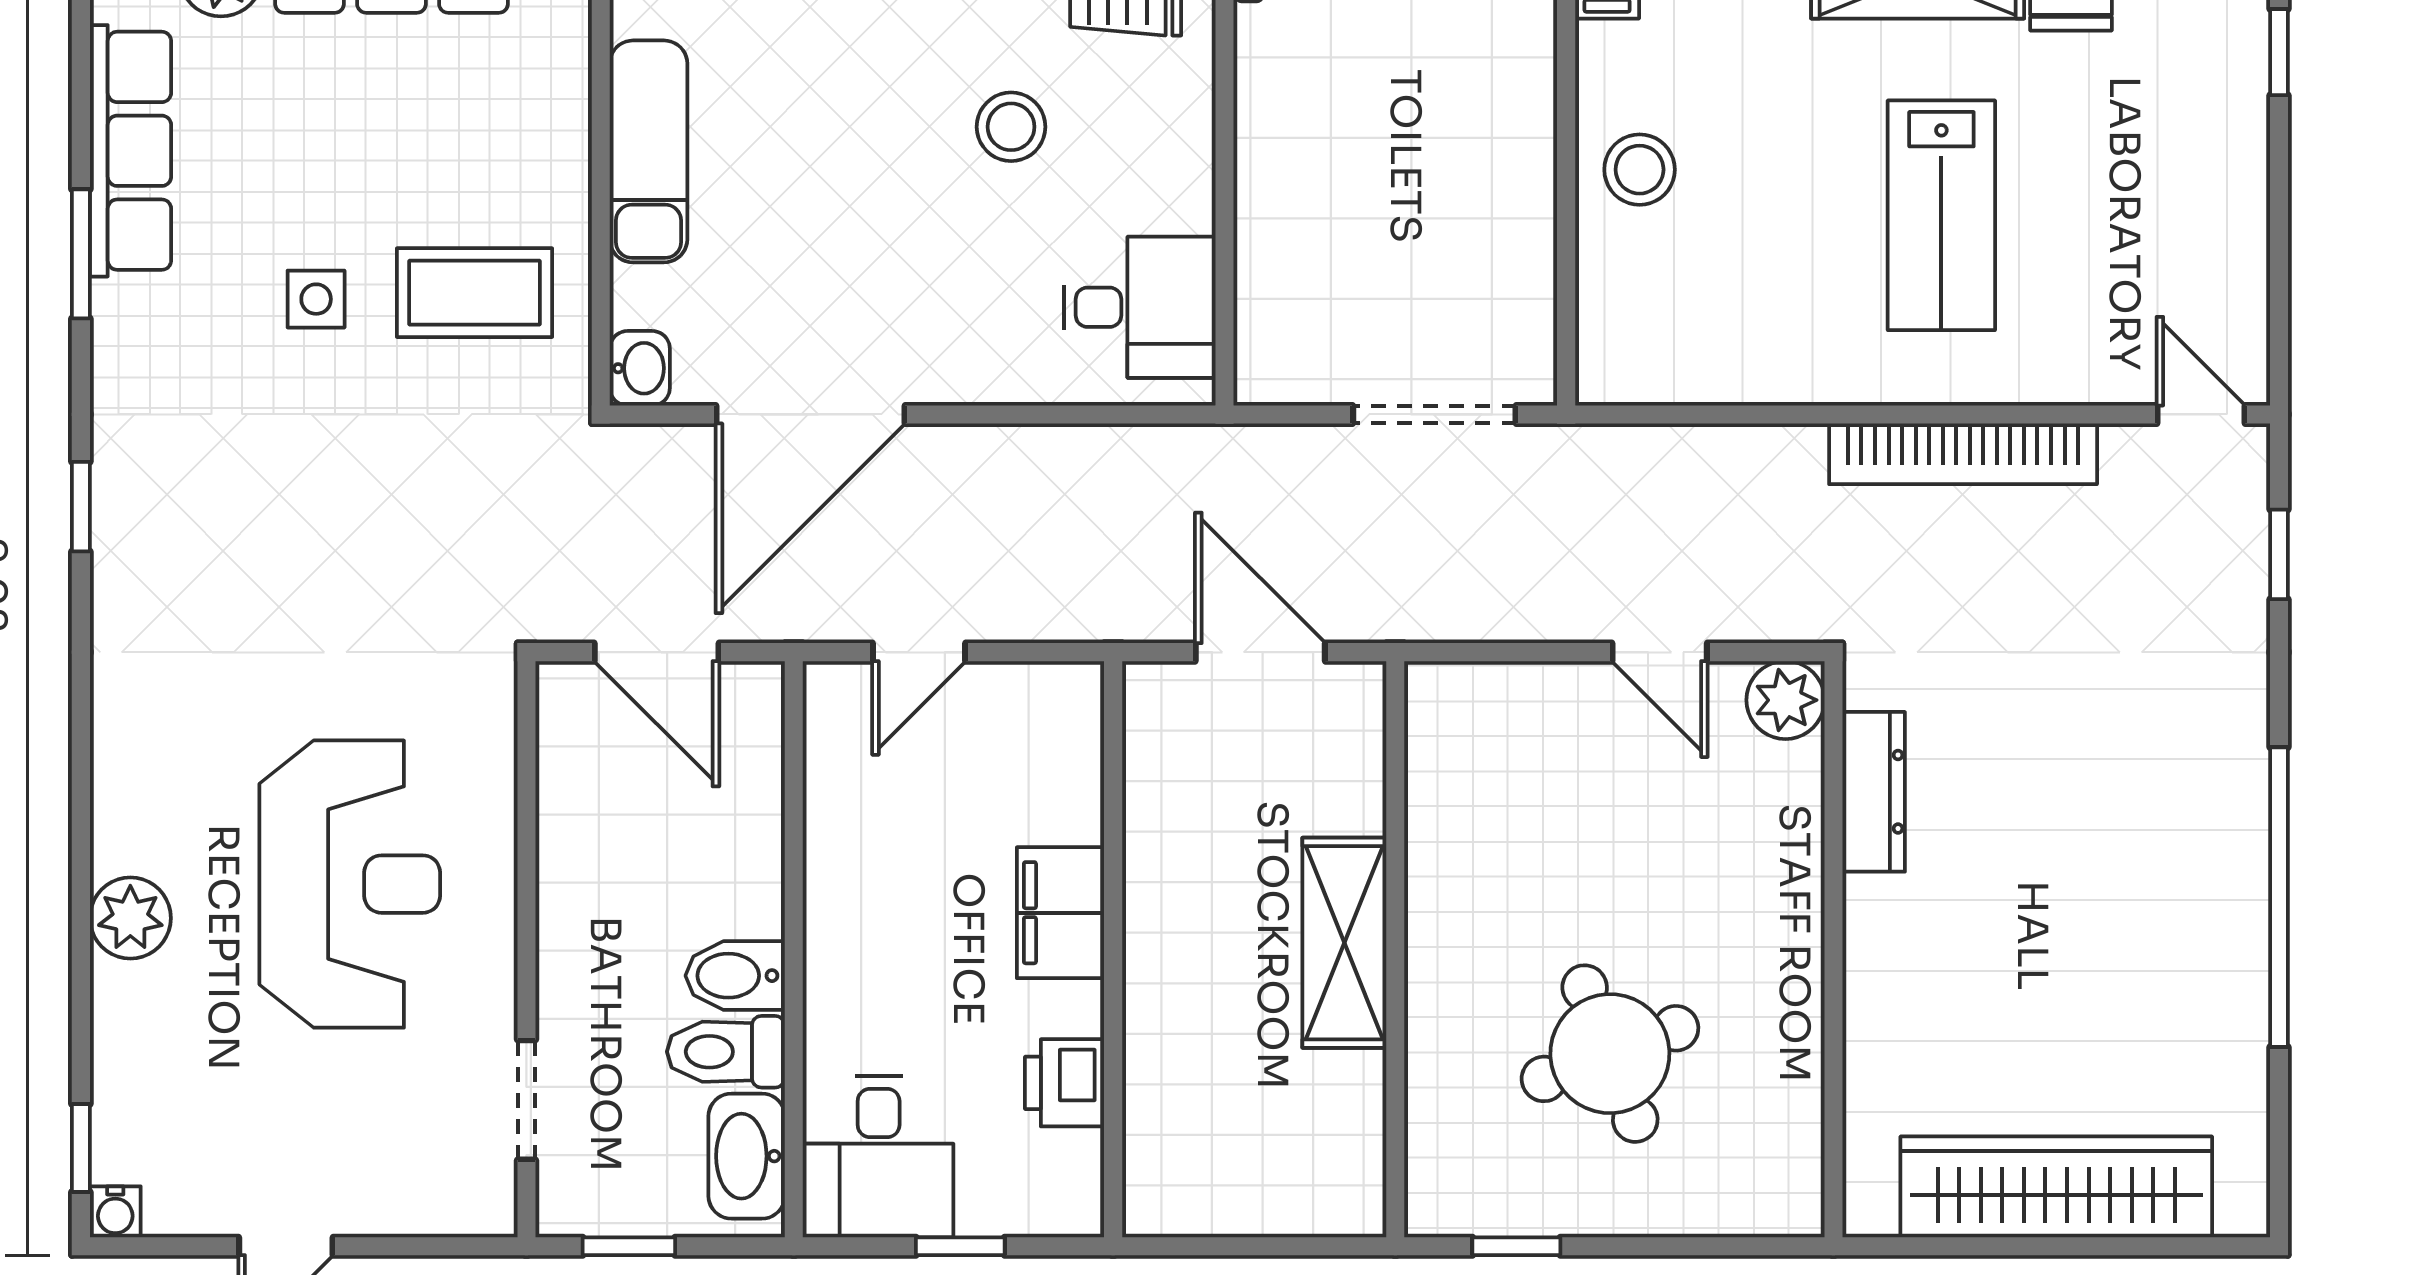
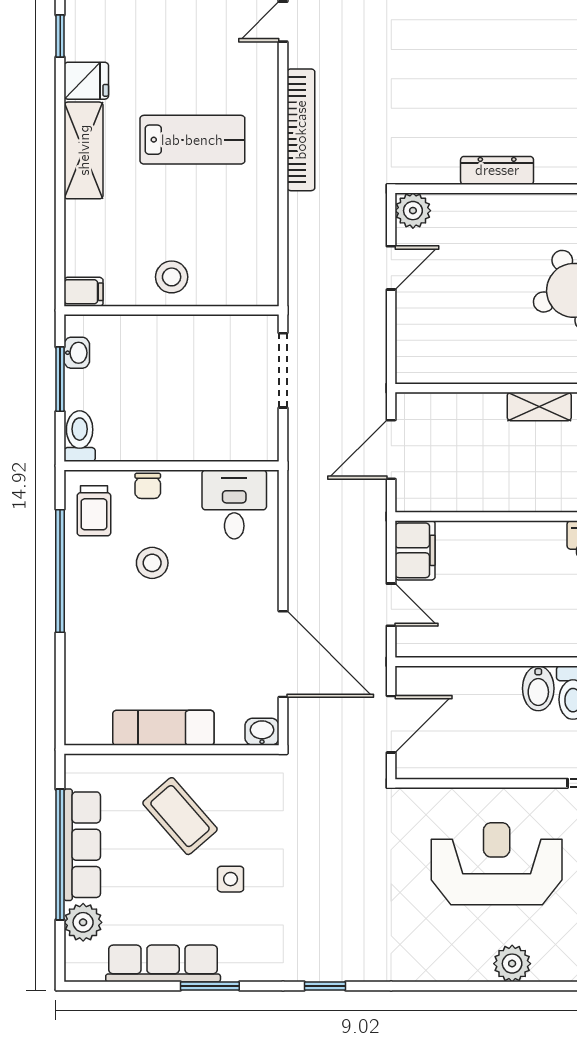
chair: (1180, 117) -> (148, 486), added
coffee table: (474, 293) -> (180, 816), moved, turned -41
dresser: (1874, 792) -> (497, 170), moved
filing cabinet: (1061, 913) -> (415, 550), moved, turned -90
shelving: (1344, 943) -> (539, 406), width x0.67, depth x0.75

